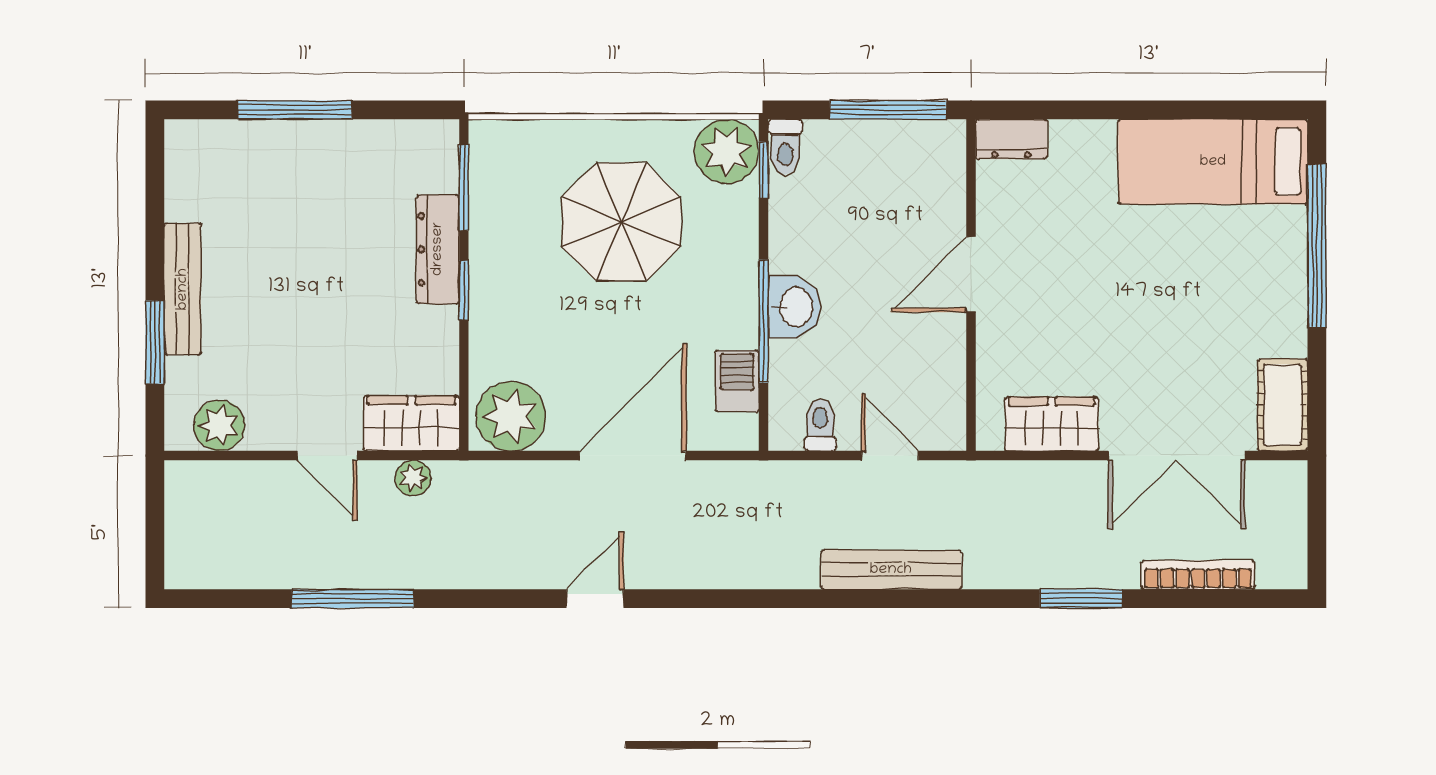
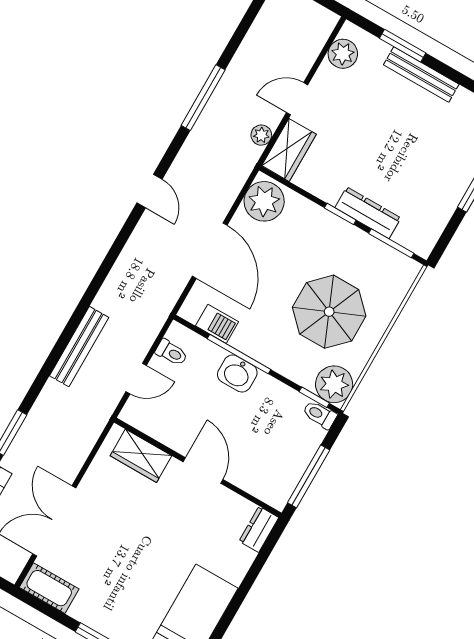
wardrobe: (1052, 424) -> (141, 456), moved, turned 90
window: (353, 599) -> (203, 98), moved

